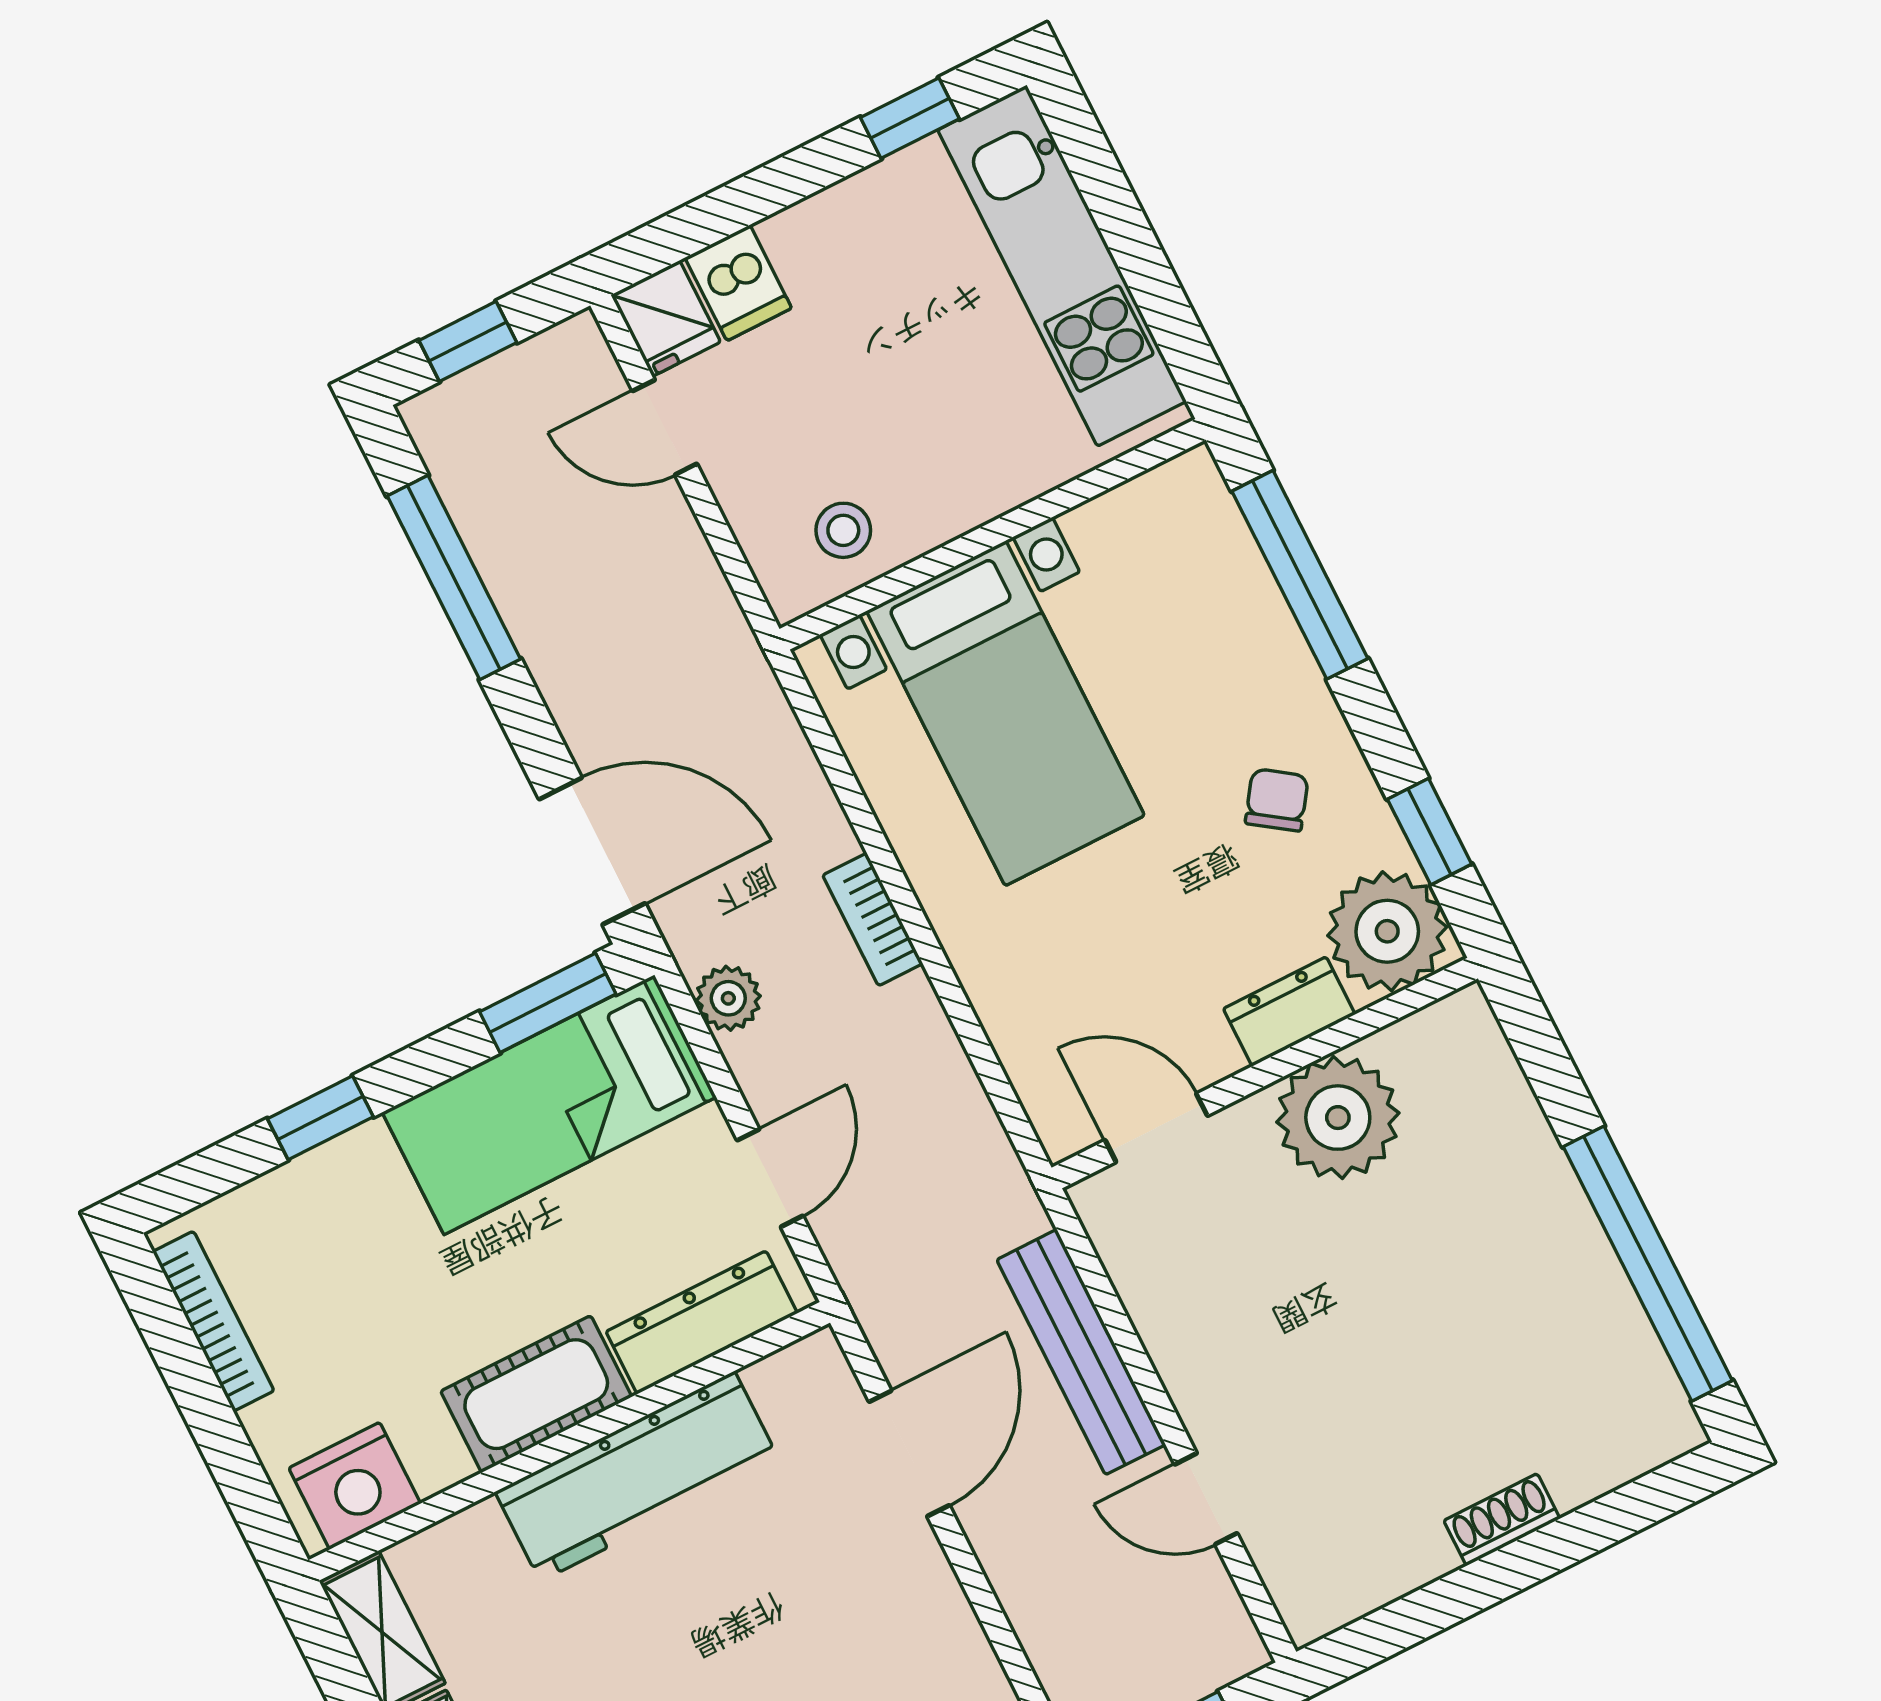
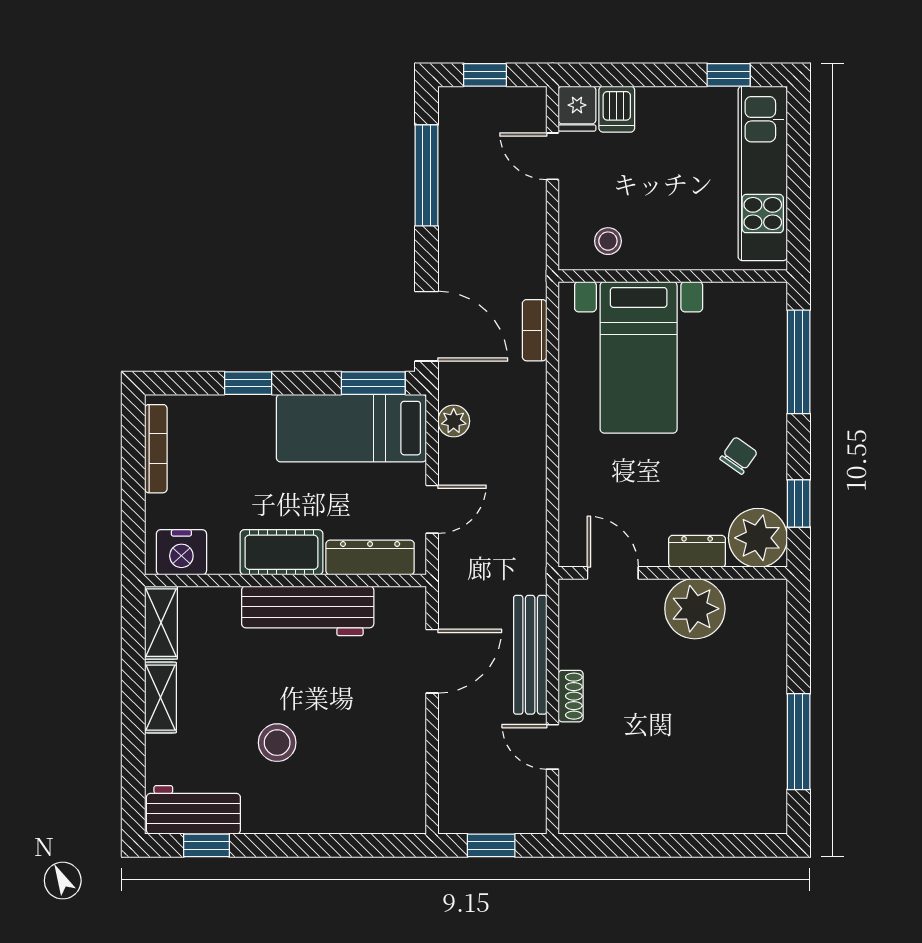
bookcase: (873, 919) -> (535, 330), moved
window: (1648, 1264) -> (799, 742), width x0.68
shoe rack: (1502, 1520) -> (571, 696), moved, turned 90

